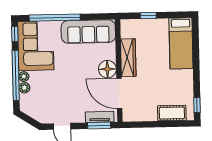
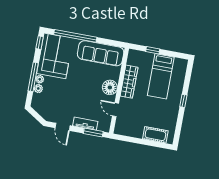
bed: (181, 43) -> (161, 76), moved
window: (16, 75) -> (33, 77), width x0.68
door: (119, 94) -> (115, 110), width x0.53
window: (197, 105) -> (183, 101), moved
tv unit: (100, 117) -> (85, 124), moved

